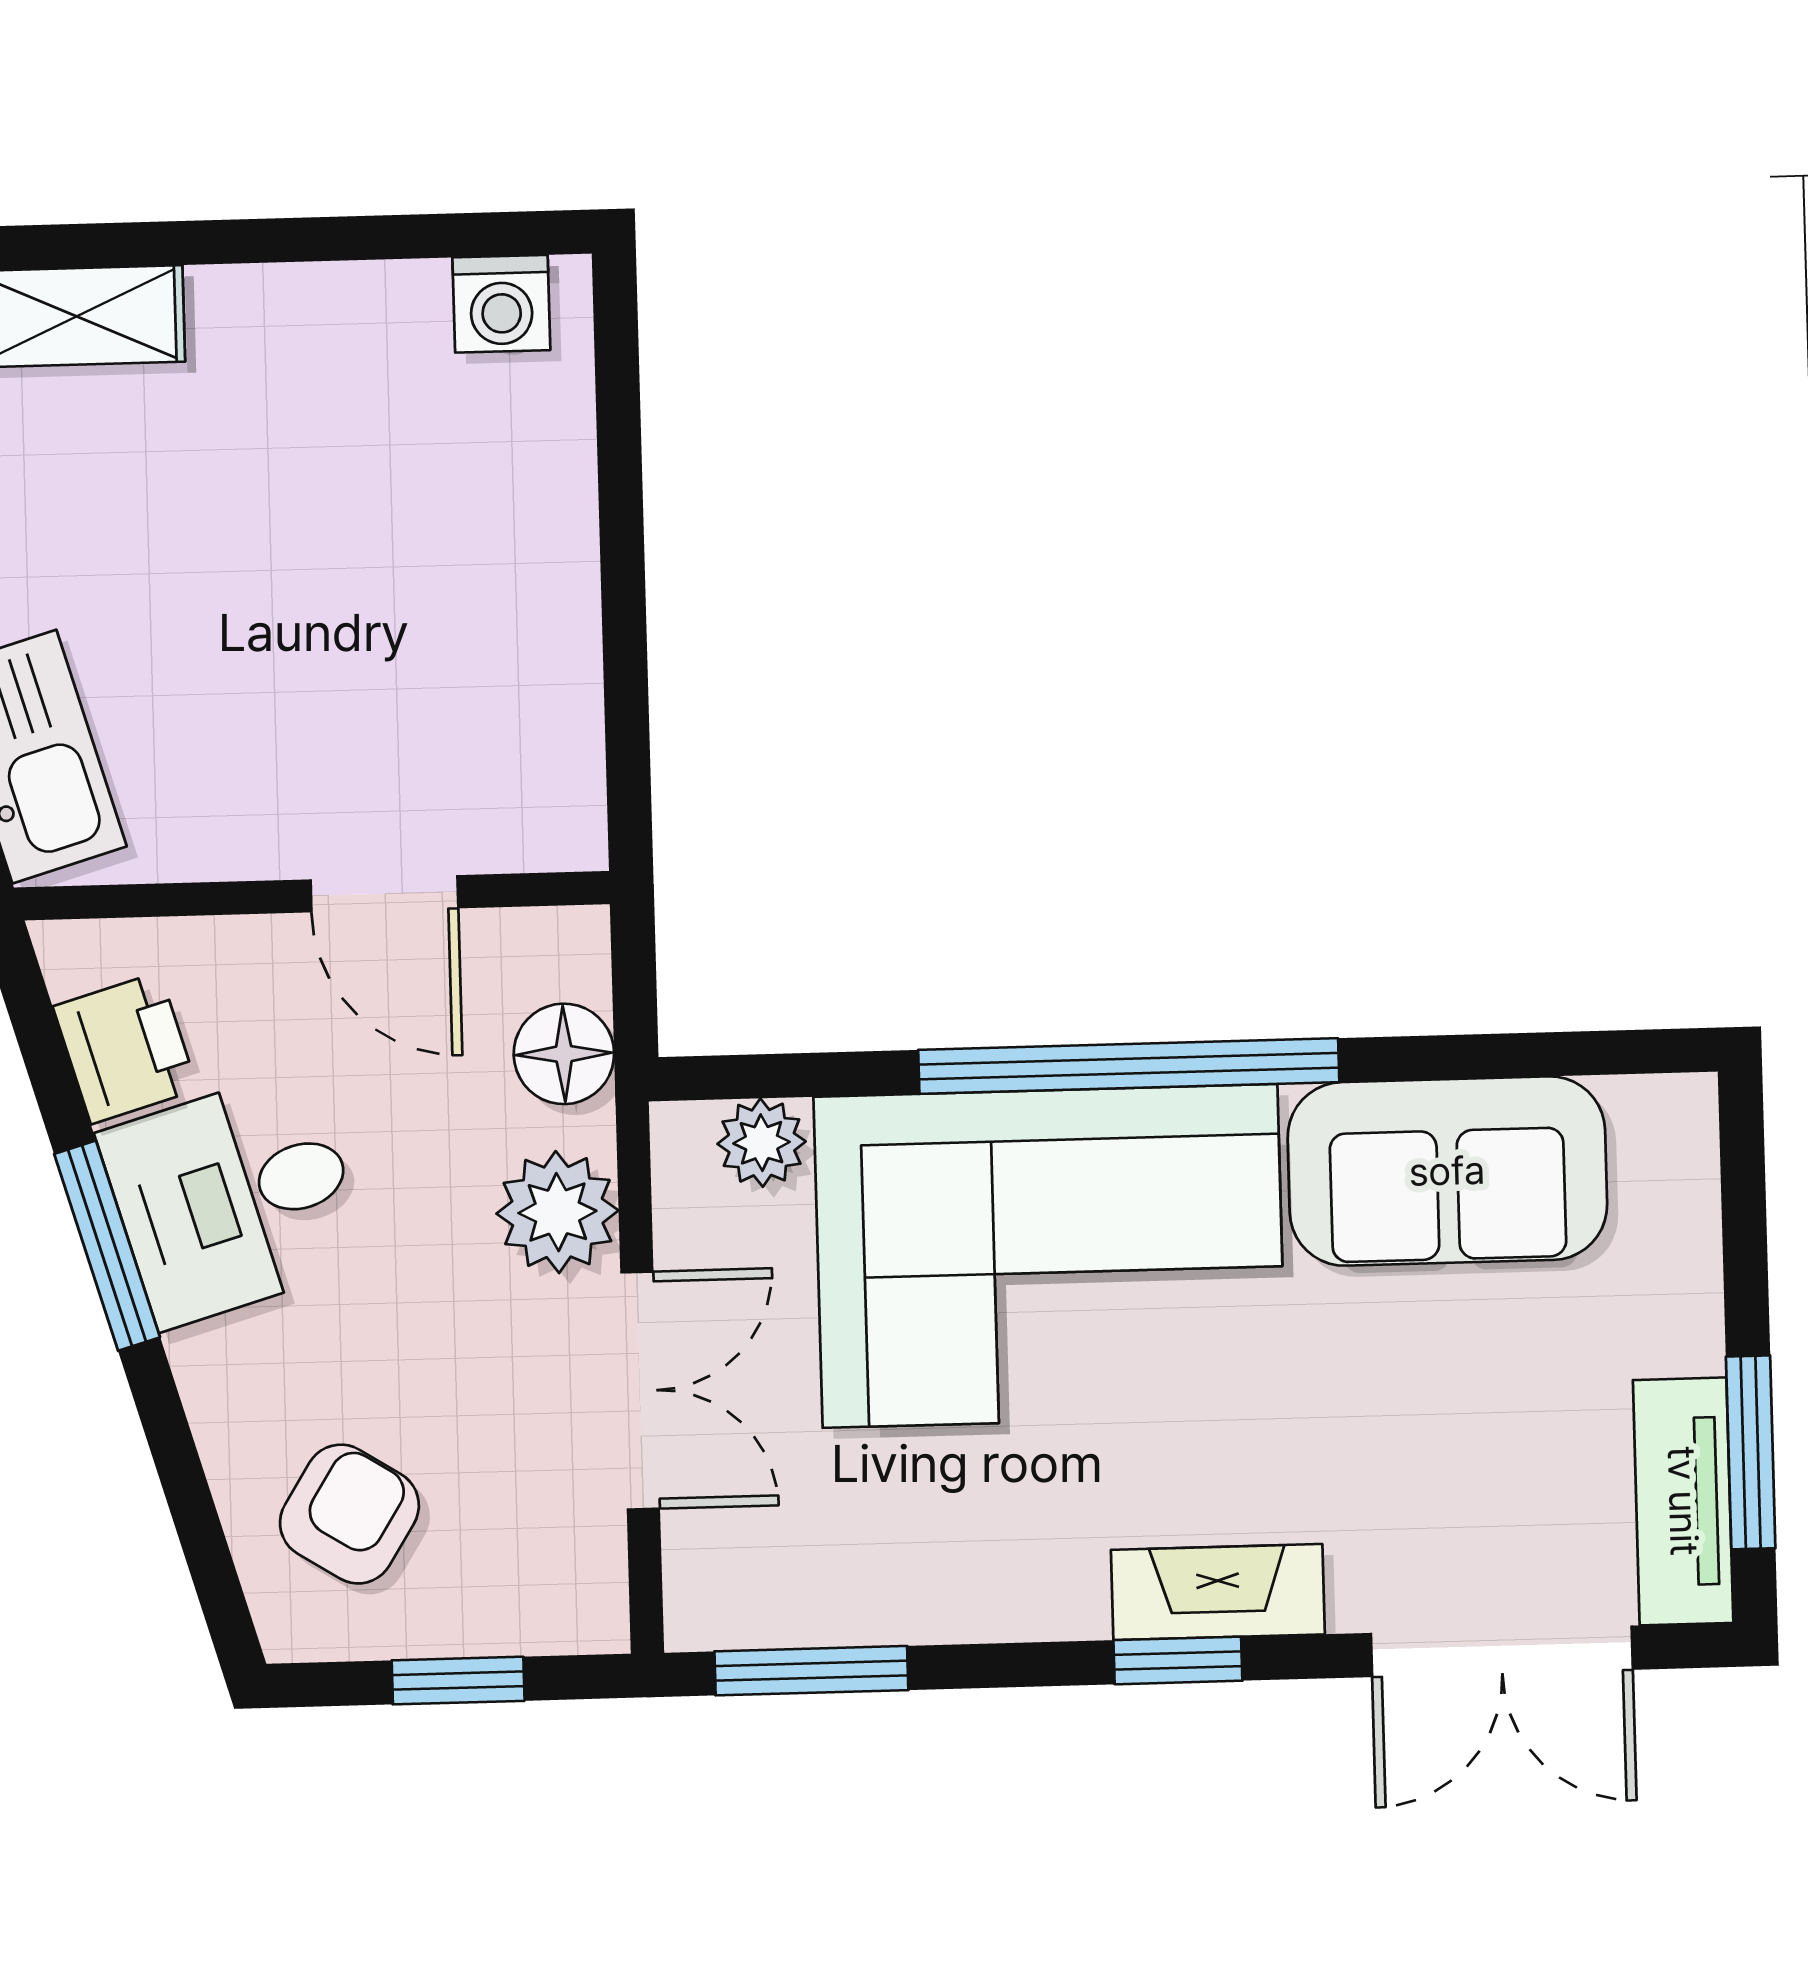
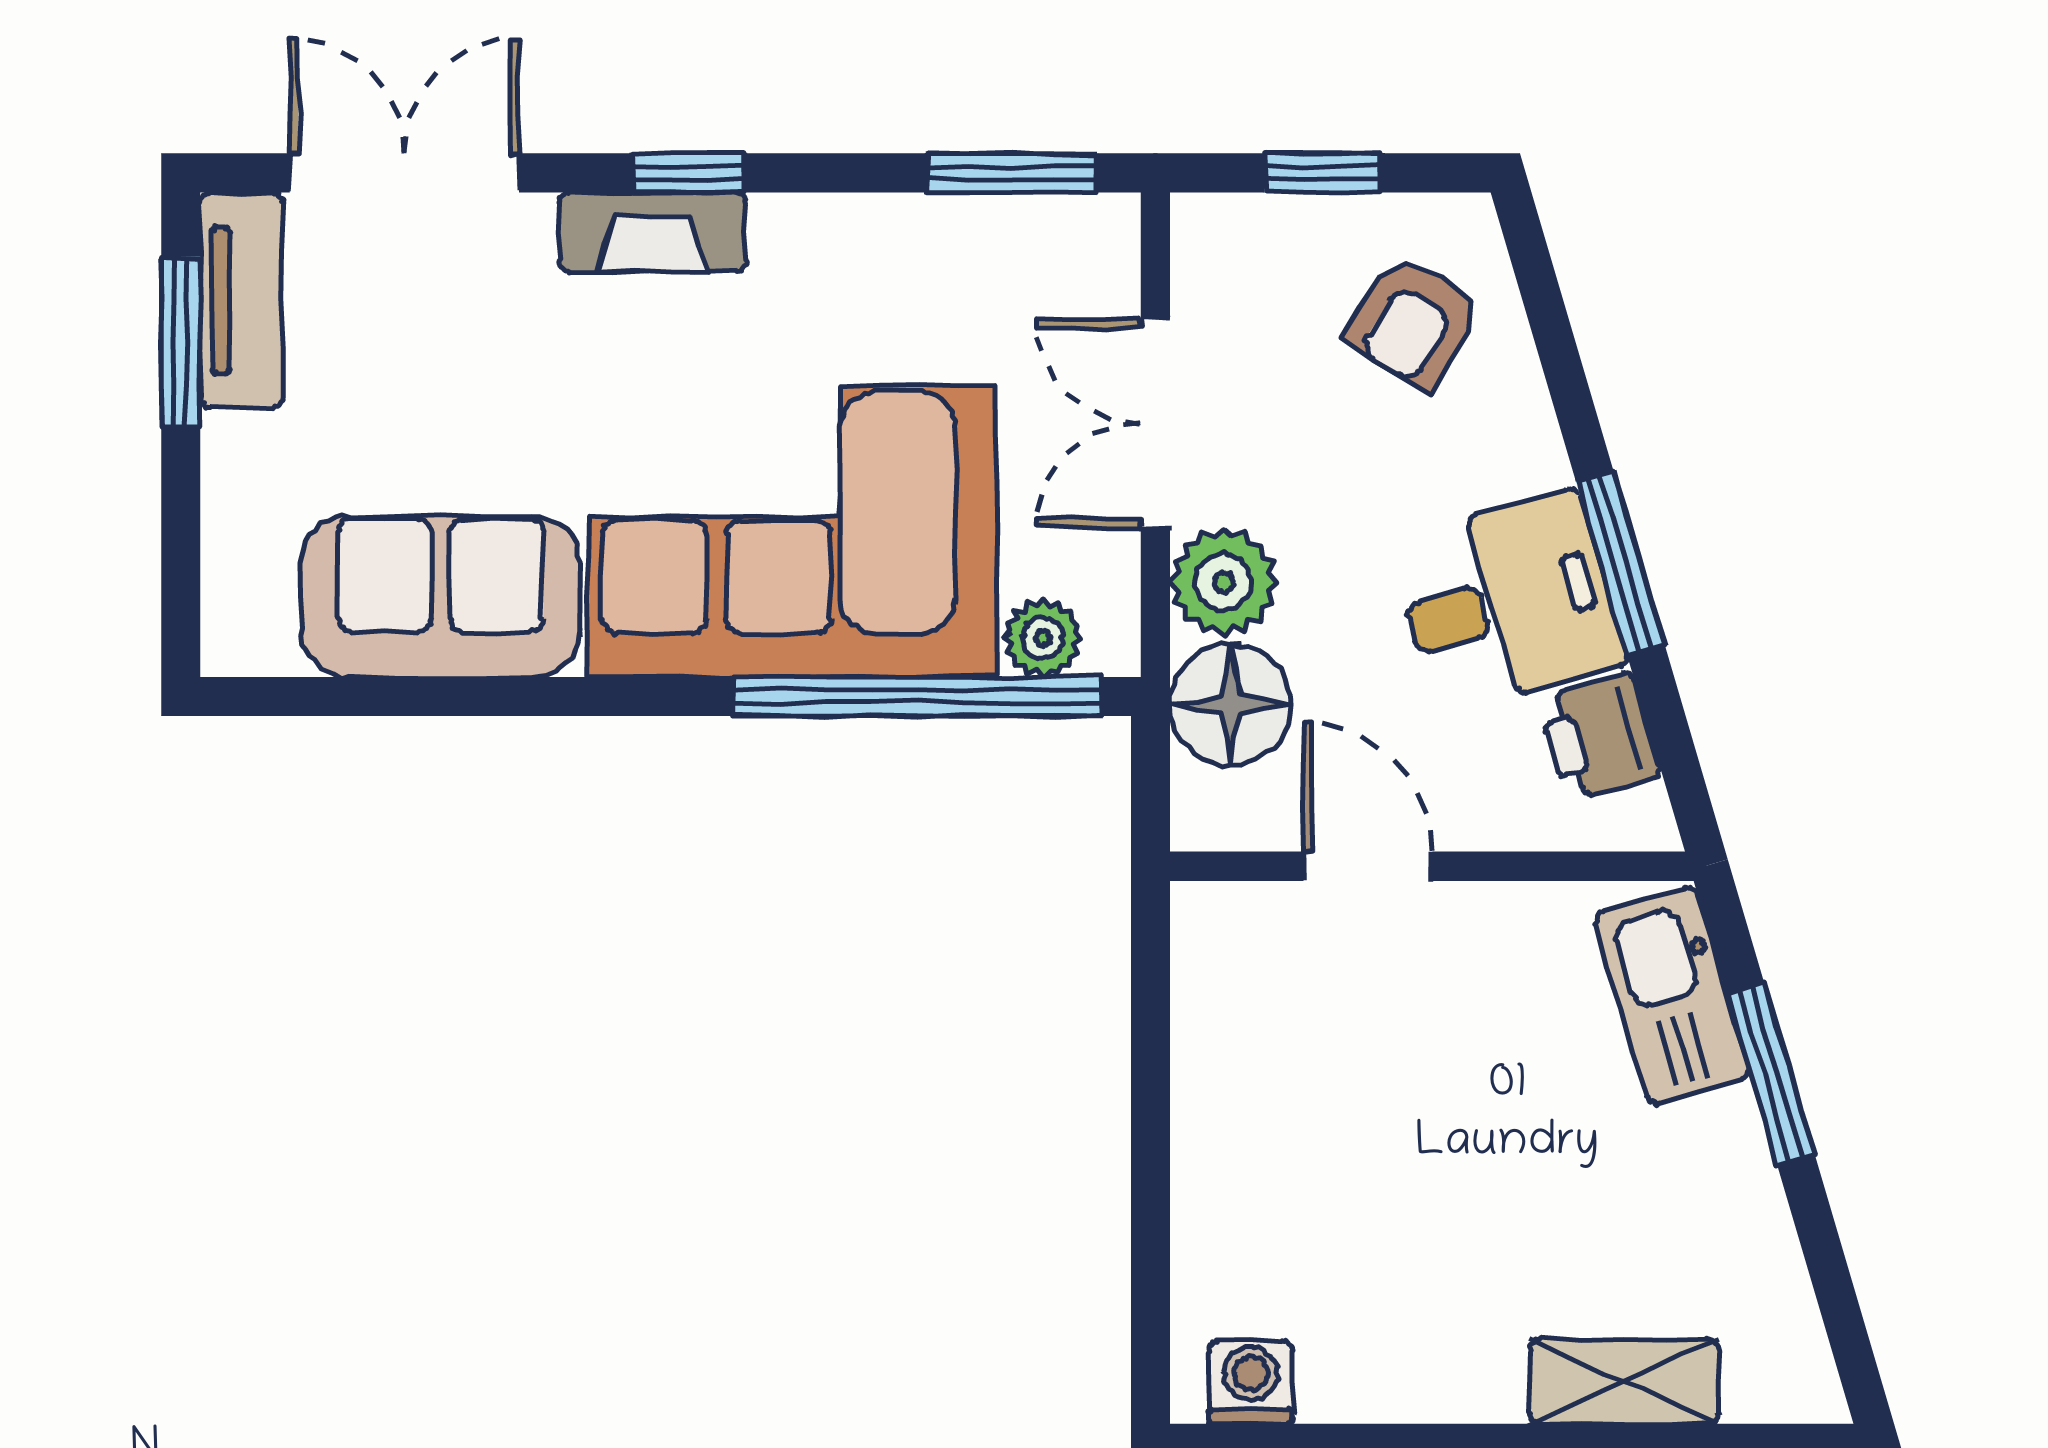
floor lamp: (564, 1054) -> (1231, 705), width x1.38, depth x1.38
window: (1129, 1066) -> (918, 697), moved

